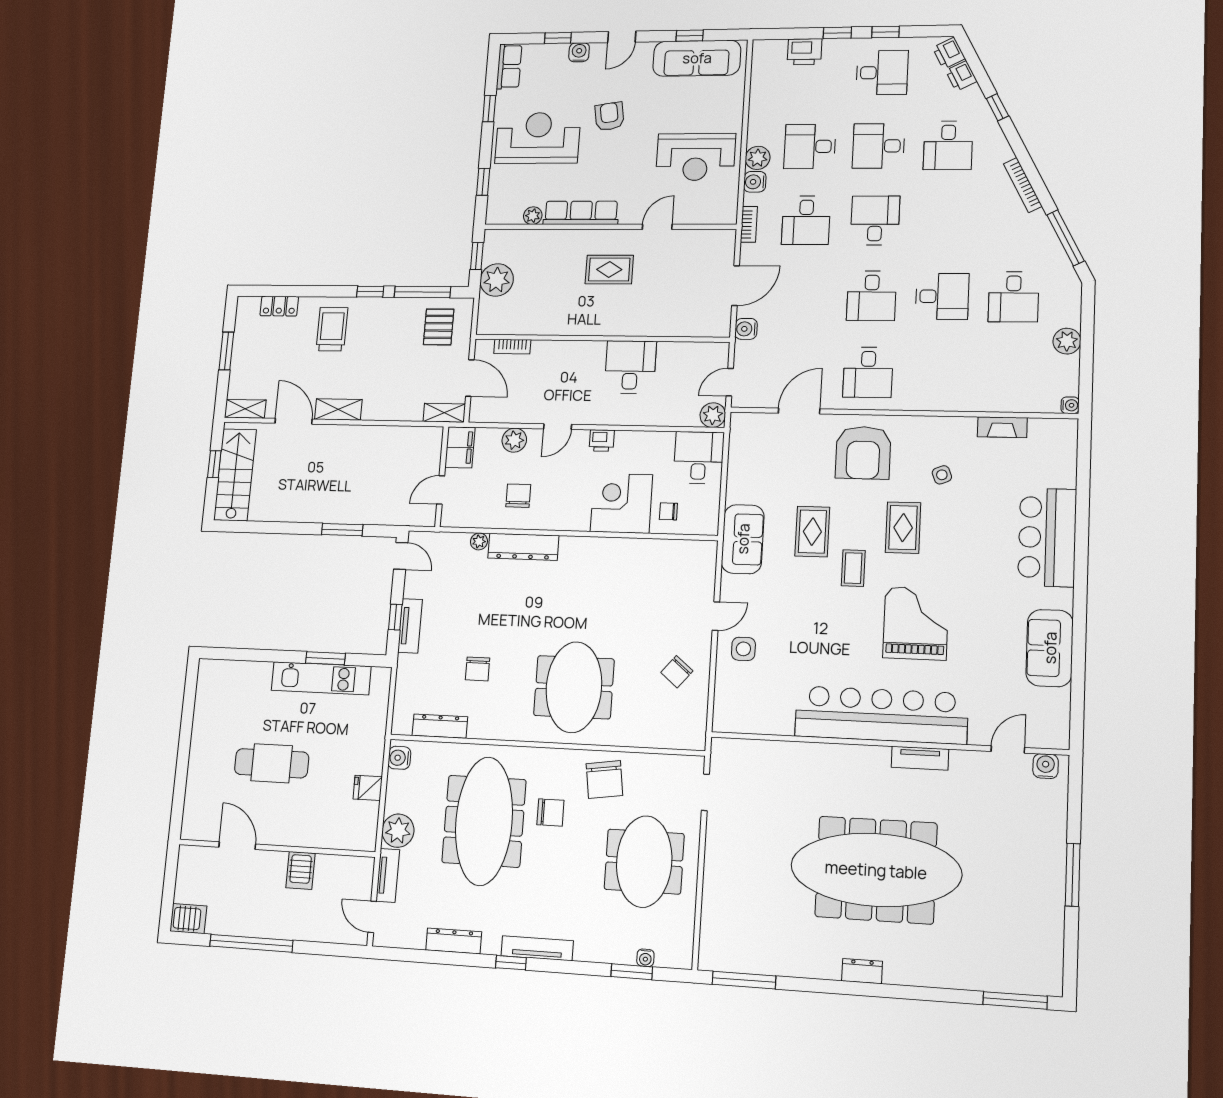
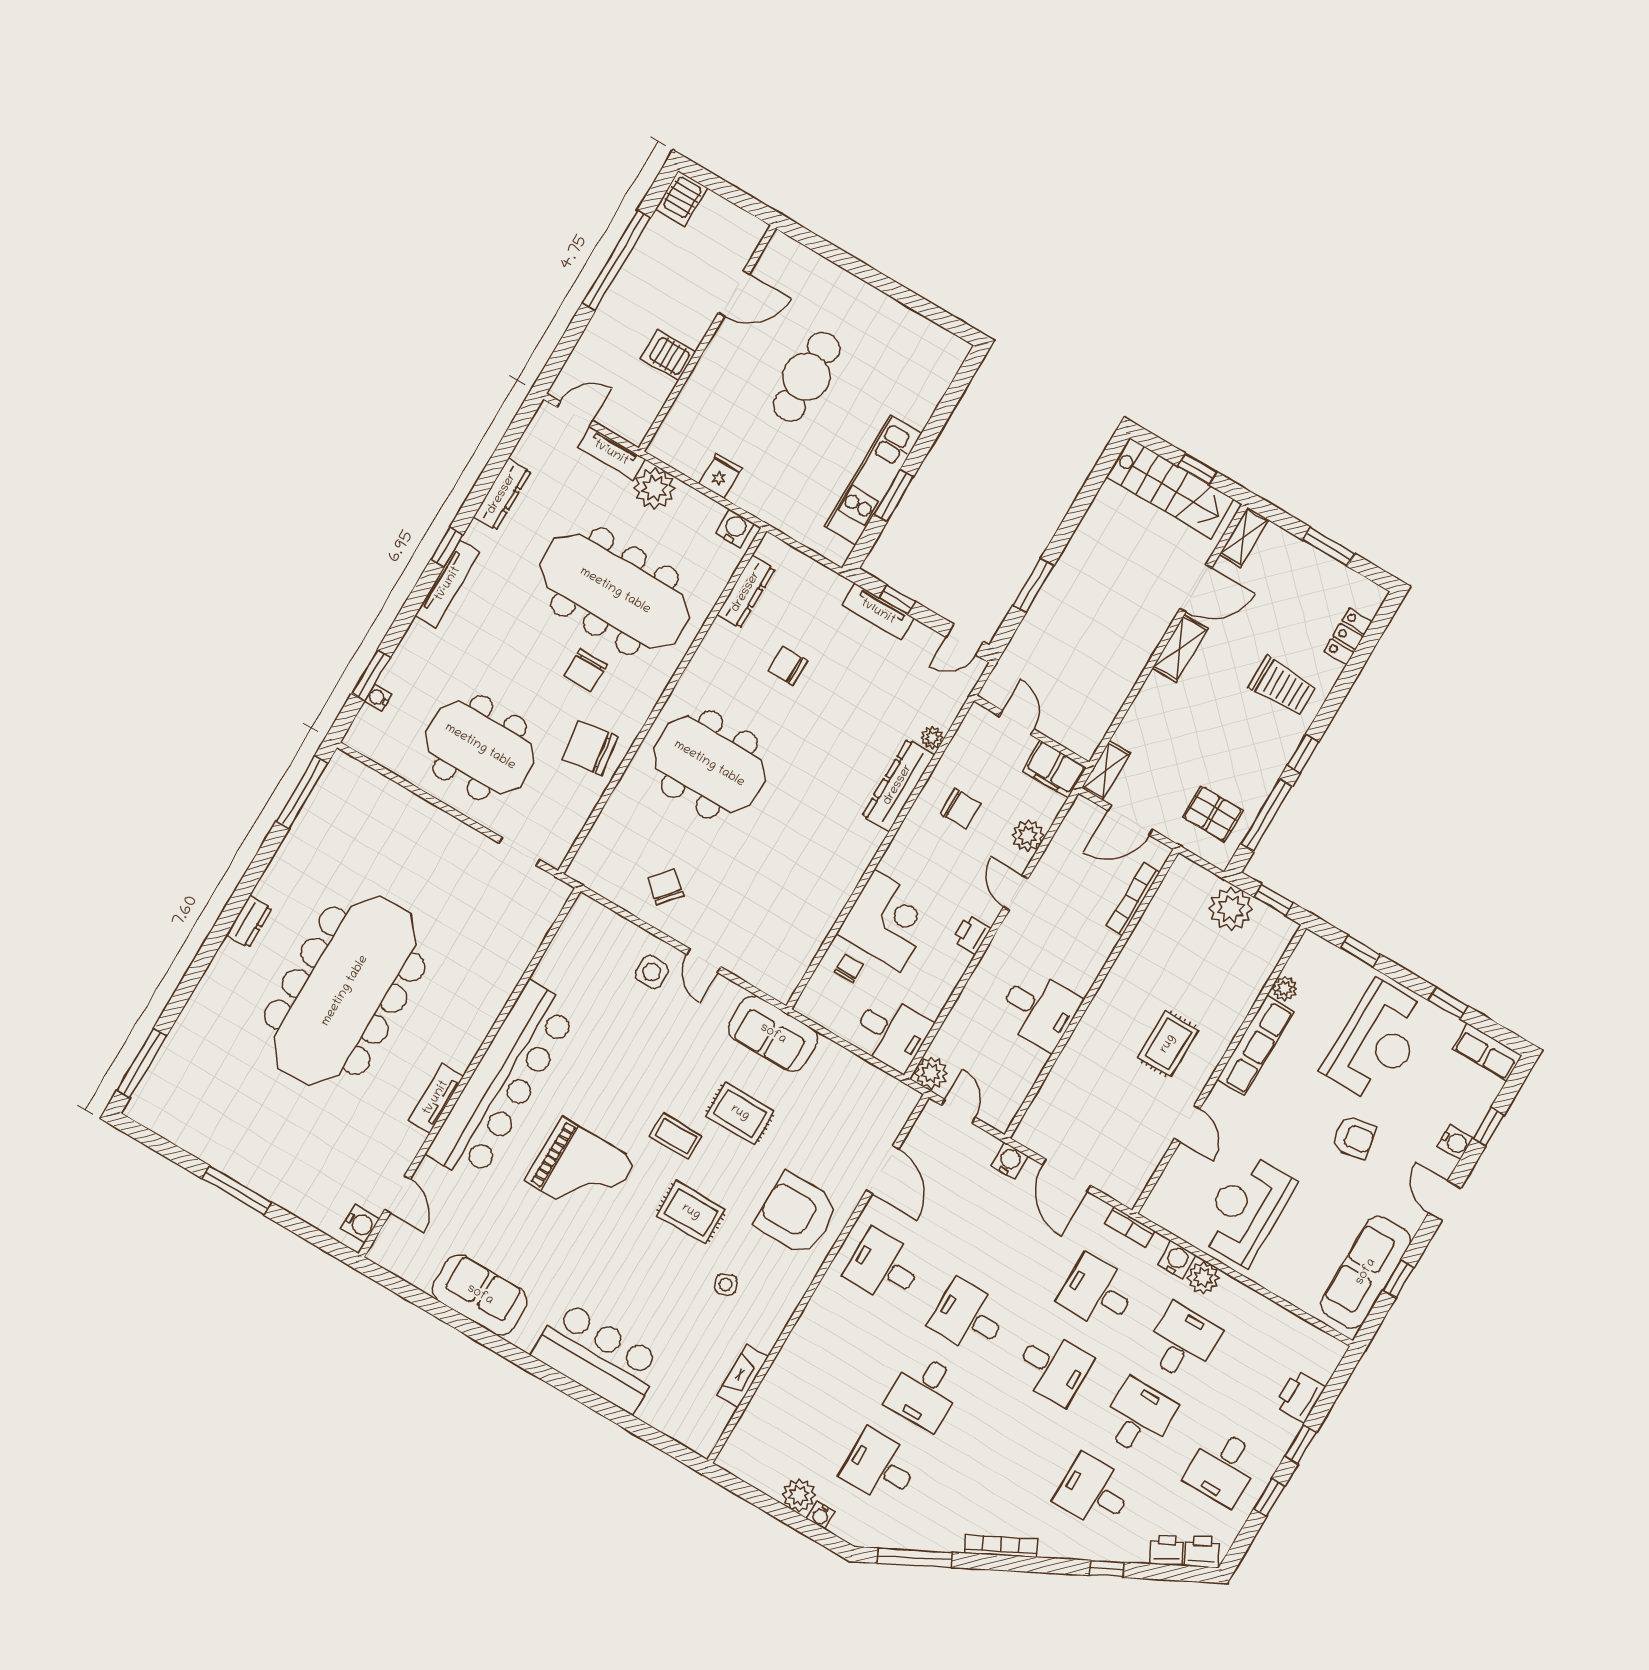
bookcase: (512, 347) -> (1133, 899), width x1.56
water cooler: (1070, 405) -> (821, 1515), moved

